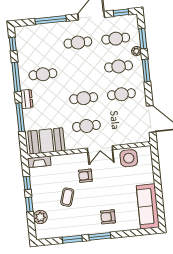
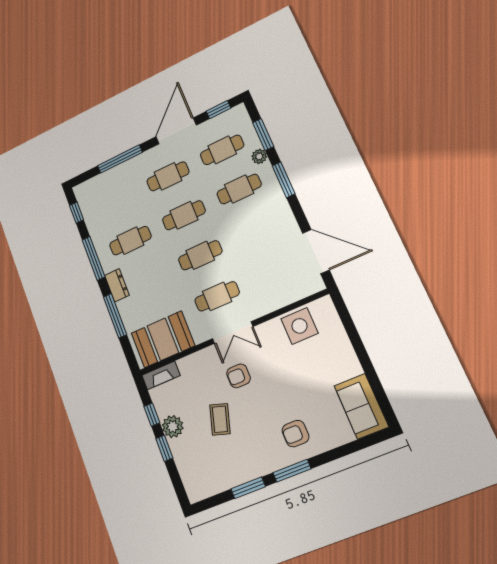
cafe table: (121, 94) -> (184, 215), moved
double door: (100, 149) -> (233, 333), moved
sofa: (148, 206) -> (361, 406), width x0.73
plant: (40, 217) -> (173, 427), moved

